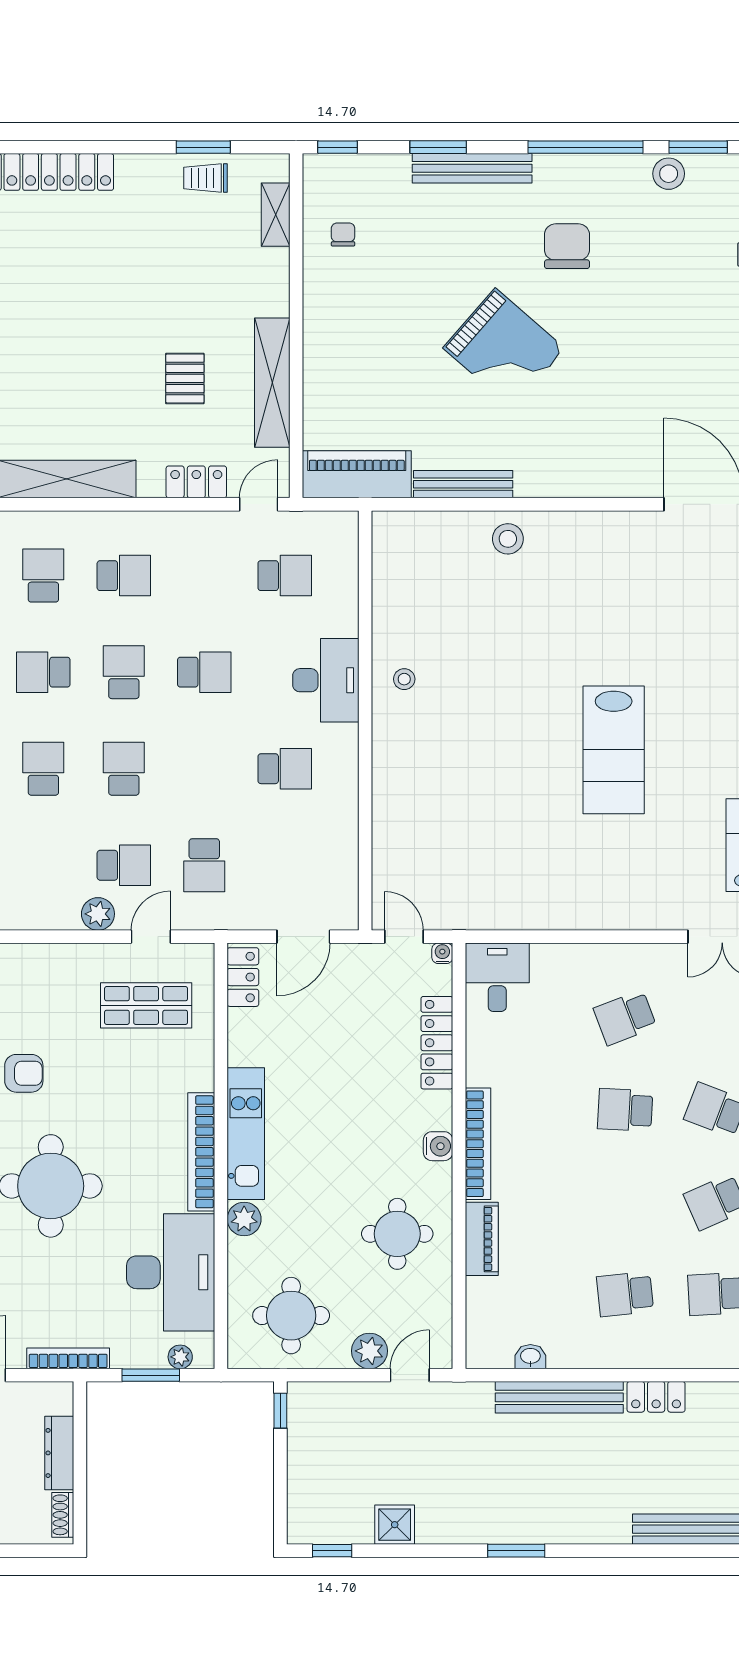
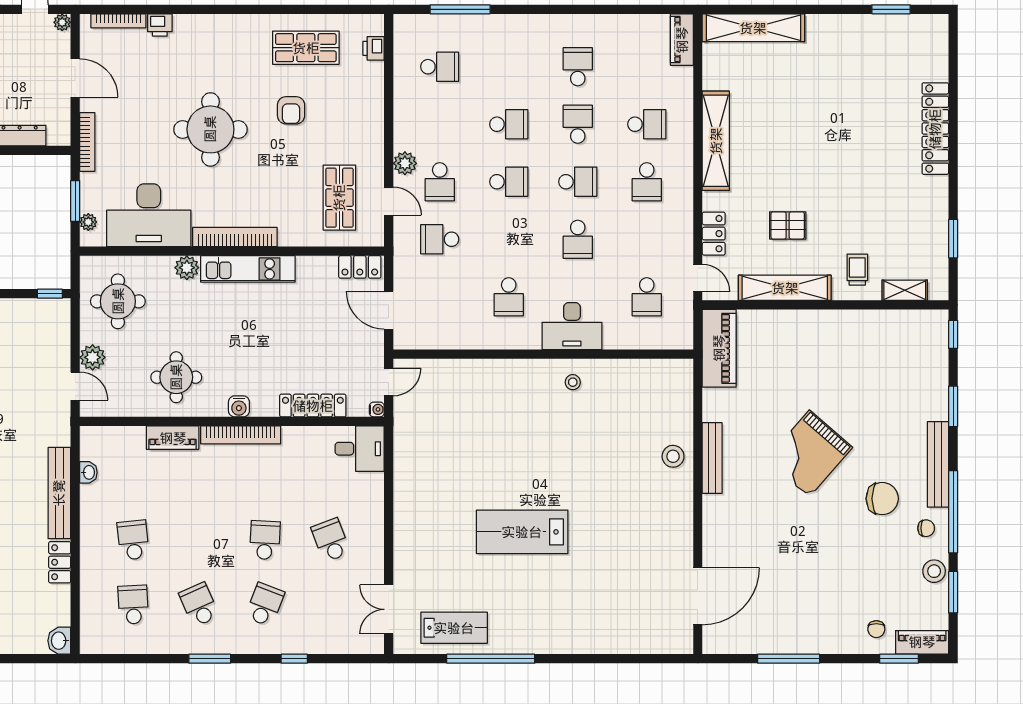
bench: (472, 168) -> (938, 464), moved
trolley: (205, 178) -> (857, 270), moved
chair: (343, 235) -> (926, 528), moved
bench: (463, 484) -> (712, 458), moved

